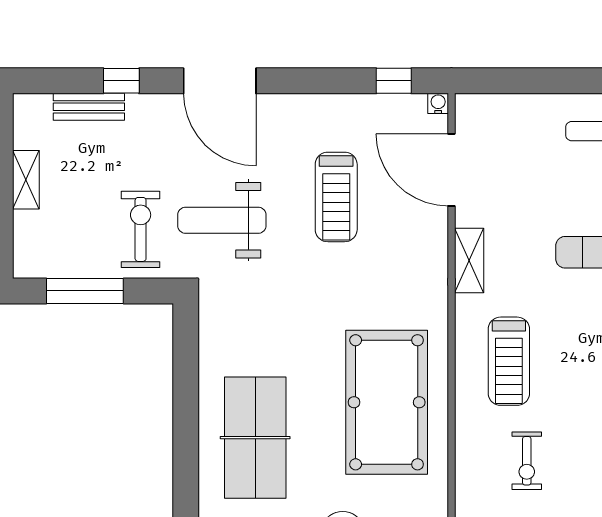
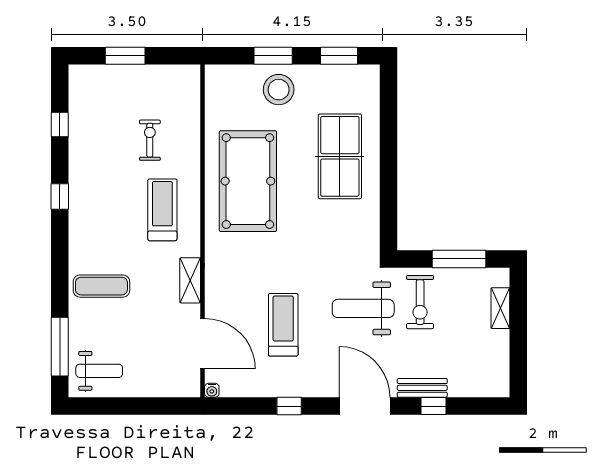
window: (394, 81) -> (289, 406), moved
bench: (89, 107) -> (422, 388), moved
shelving: (26, 180) -> (500, 308), moved
weight bench: (222, 220) -> (363, 308), turned 180

